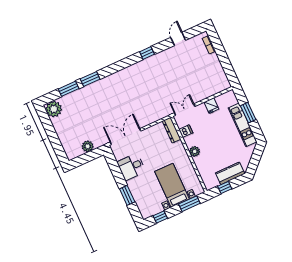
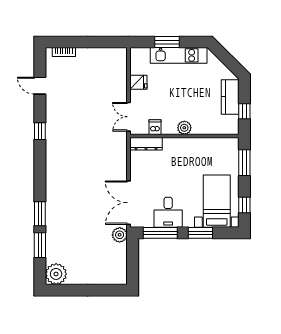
plant: (88, 146) -> (120, 235), moved
window: (115, 168) -> (160, 233), added
bed with nightstands: (172, 185) -> (217, 201), moved, turned 90

